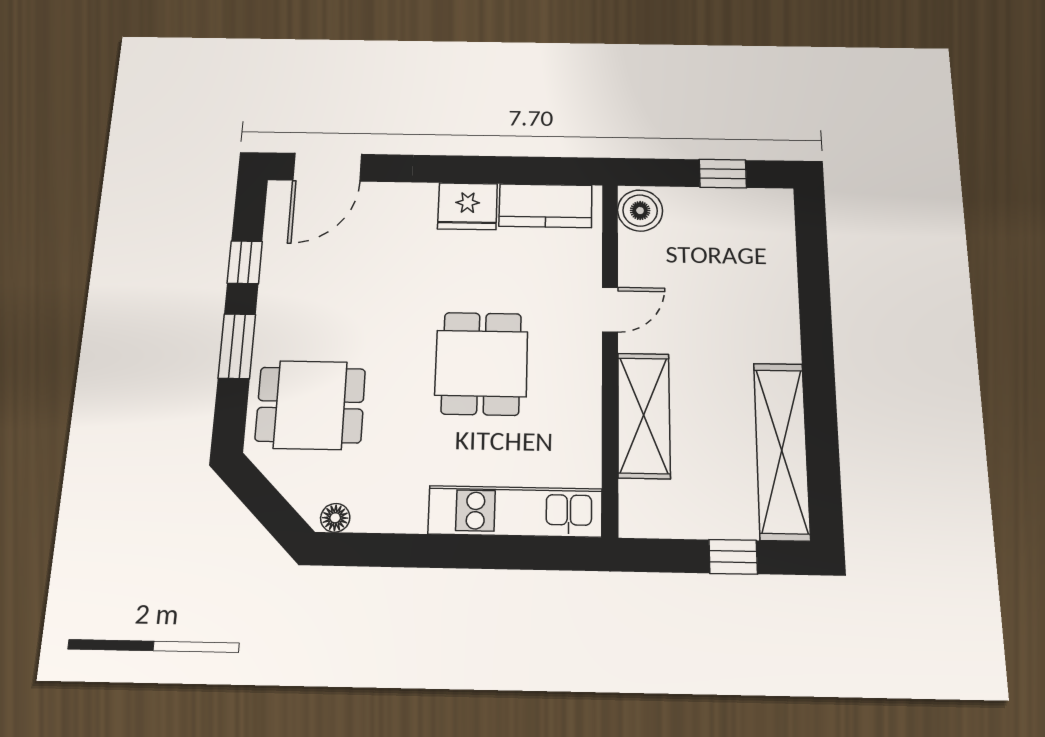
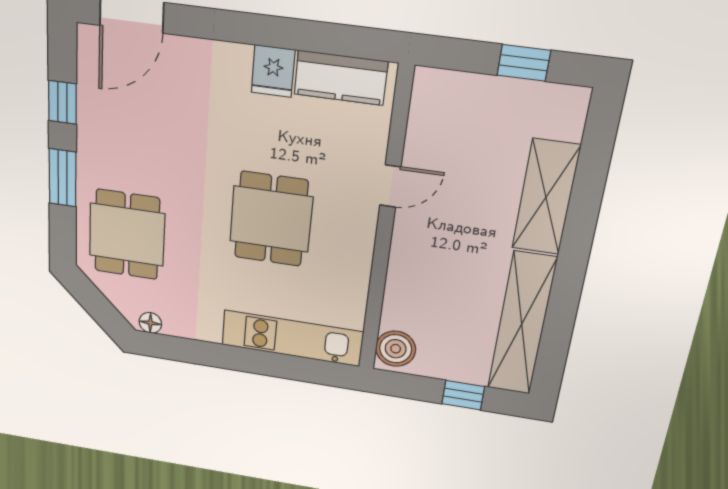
fridge: (468, 206) -> (273, 71), width x0.72
boiler: (640, 211) -> (396, 349), moved
dining table: (310, 405) -> (127, 235), turned 90
shelving: (644, 415) -> (546, 197), moved

